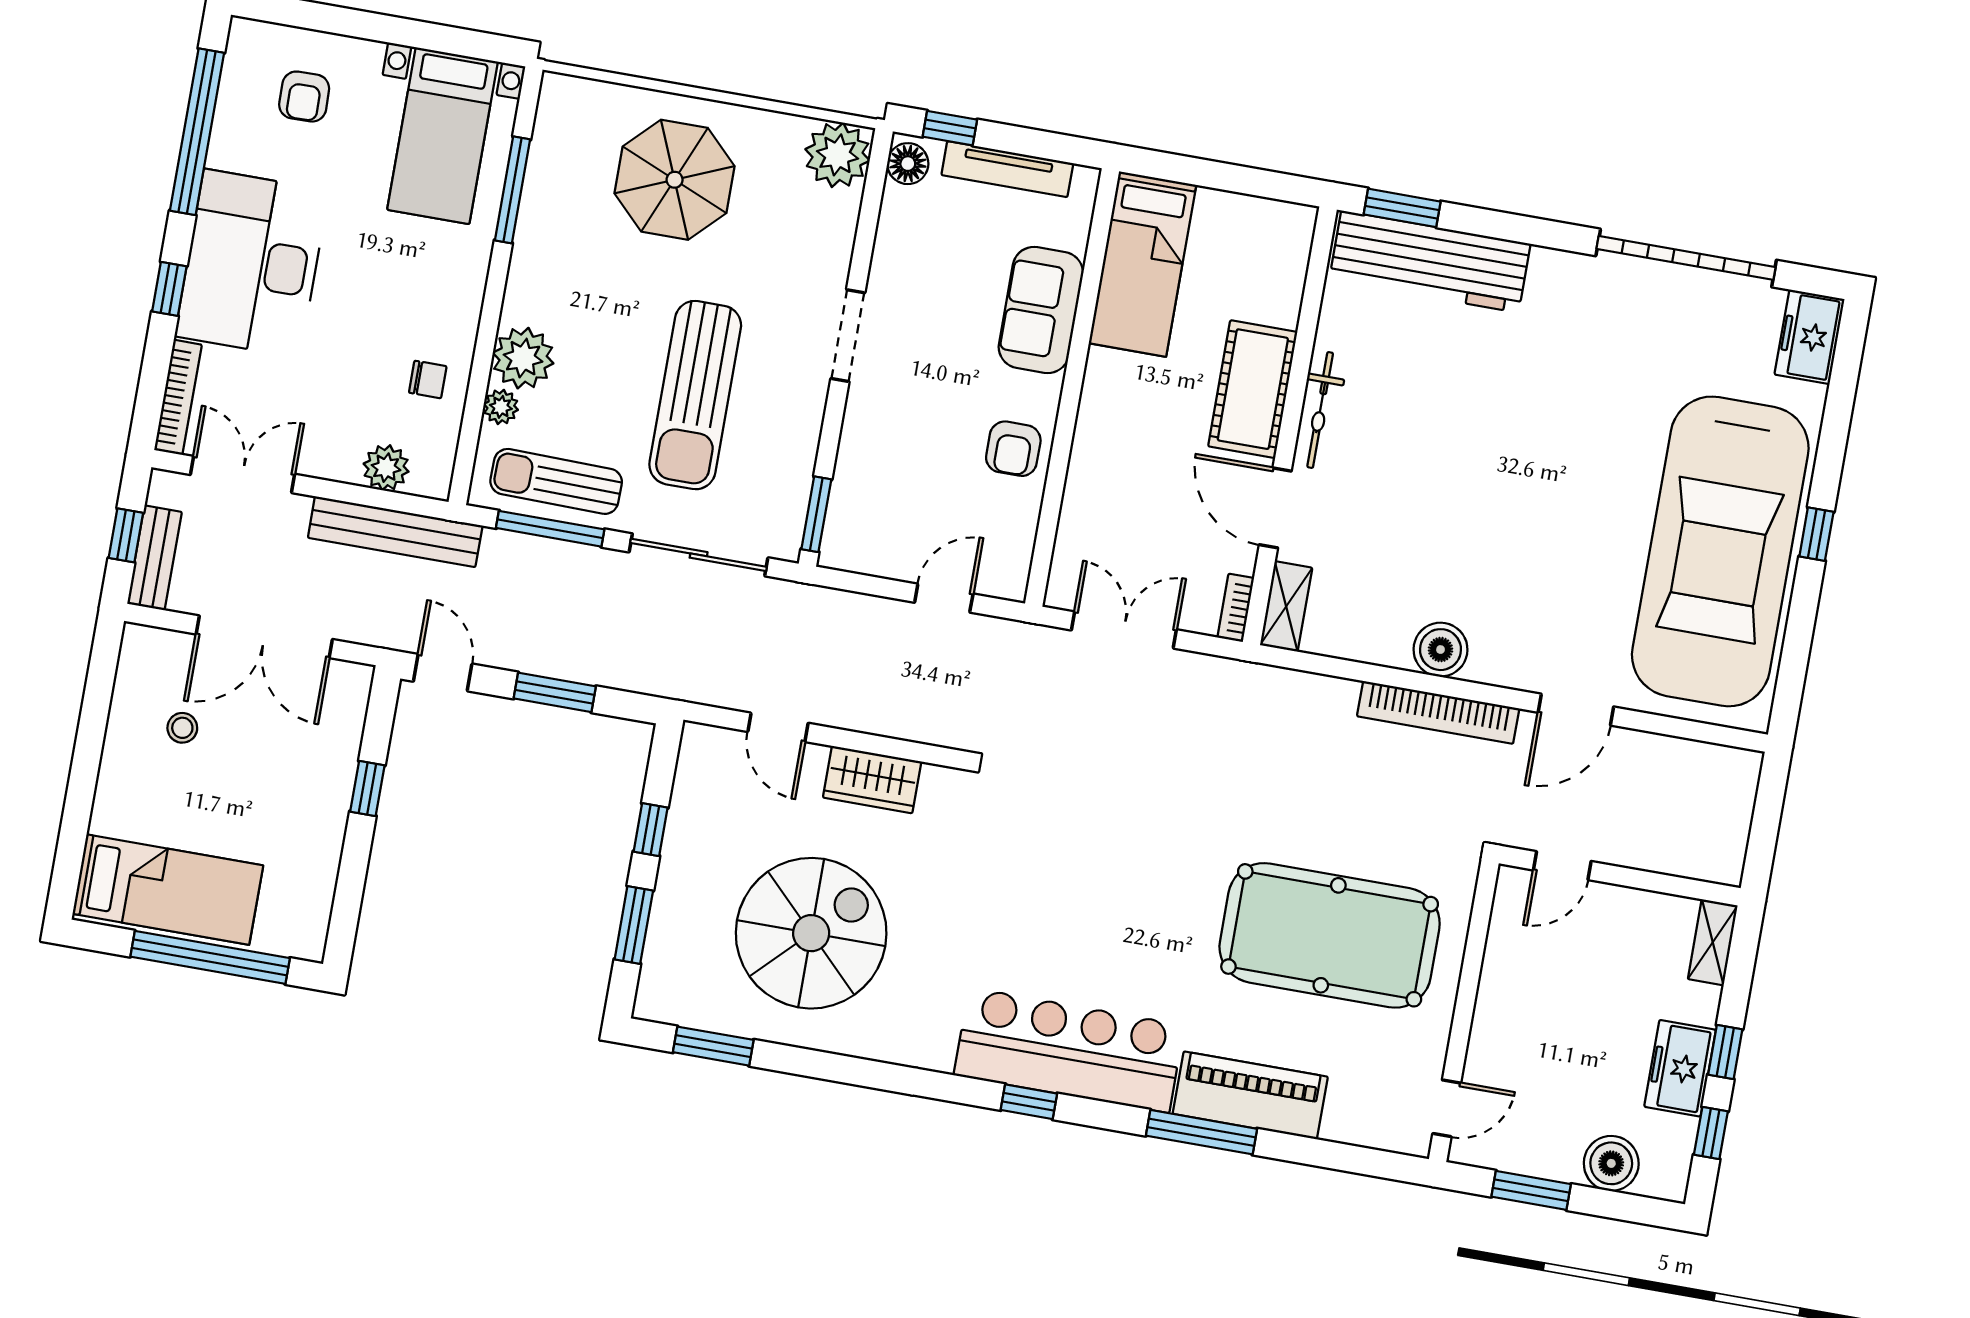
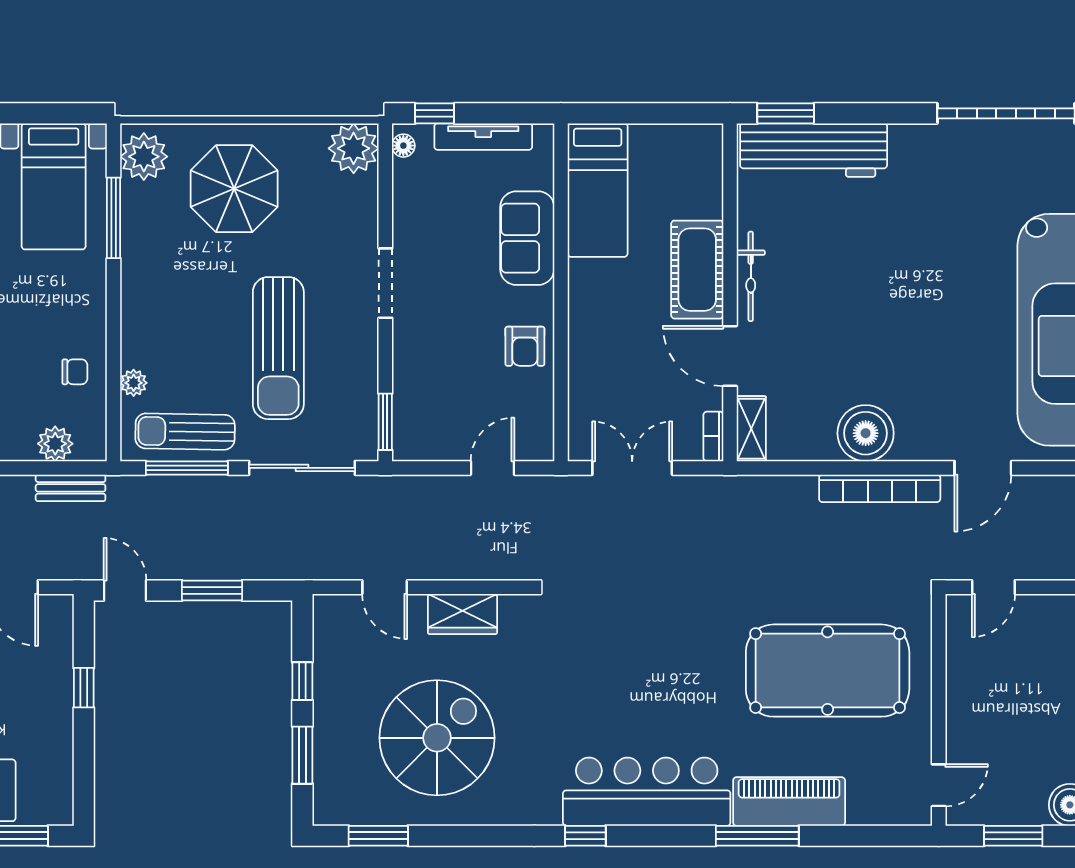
floor lamp: (908, 164) -> (403, 146), width x0.73, depth x0.73
plant: (523, 358) -> (144, 157), moved
bench: (395, 532) -> (71, 488), width x0.54, depth x0.82
boiler: (1441, 650) -> (866, 433), width x1.37, depth x1.37
window: (1029, 1102) -> (585, 836), moved

